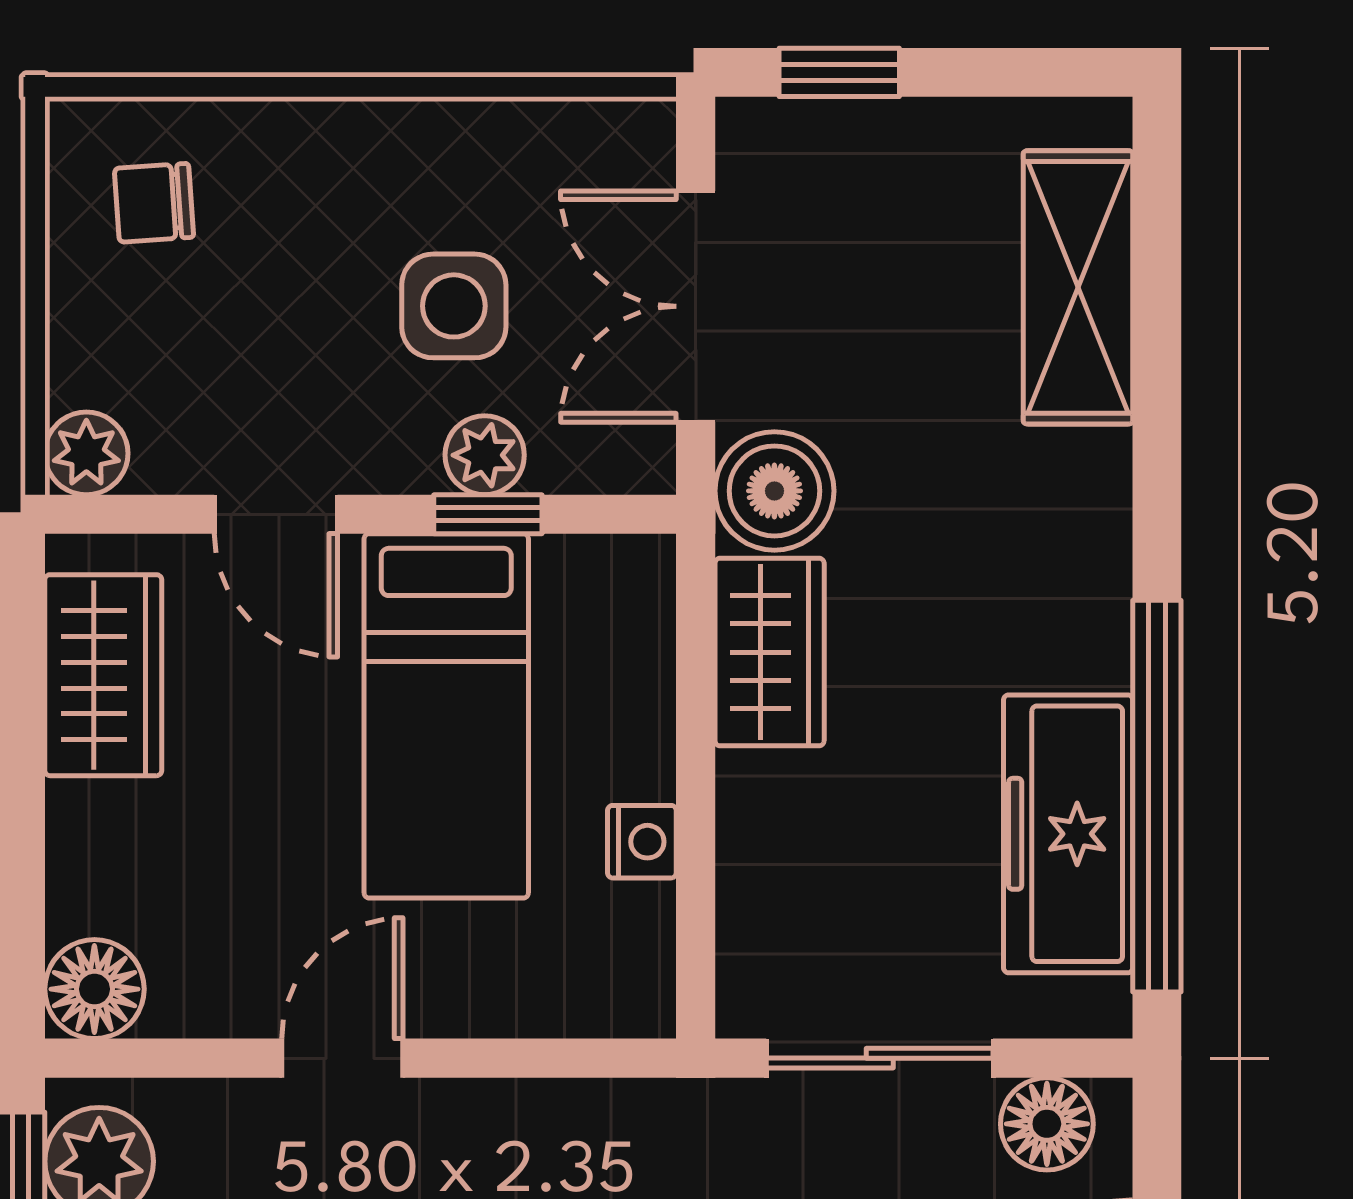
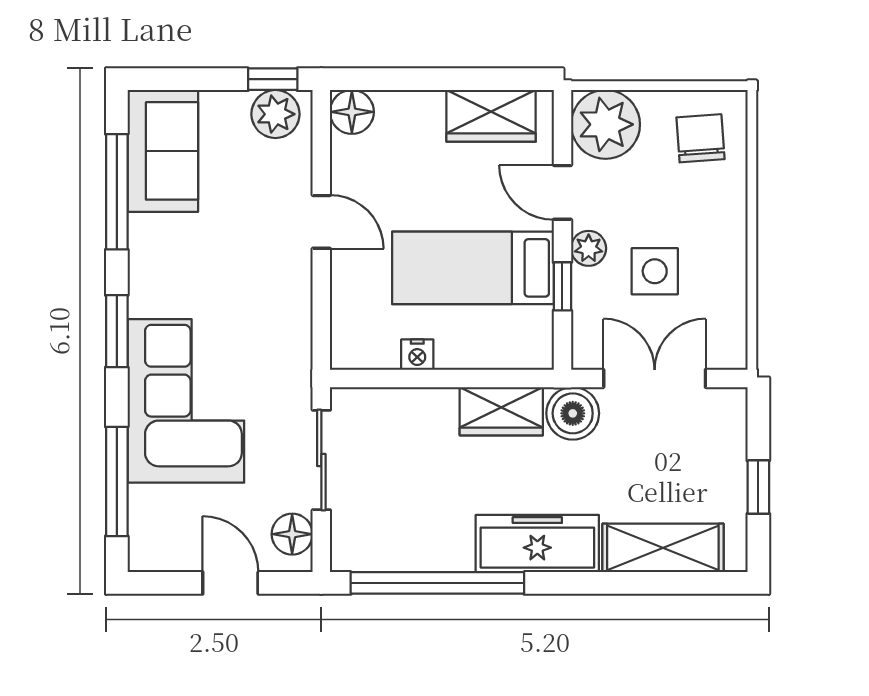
window: (839, 72) -> (758, 487), moved
chair: (154, 203) -> (700, 138), width x1.37, depth x1.37
plant: (86, 453) -> (605, 124), width x1.88, depth x1.88
plant: (485, 455) -> (589, 248), moved
door: (276, 514) -> (562, 192), hinge flipped
freezer: (1068, 834) -> (537, 544), moved

